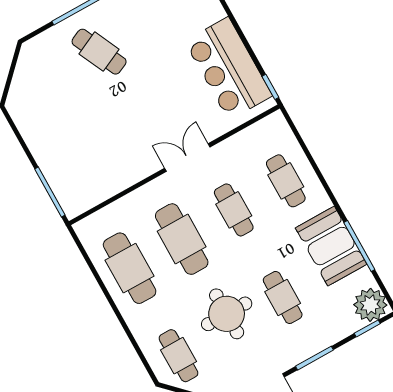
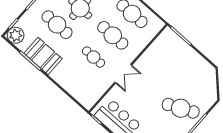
cafe table: (99, 52) -> (181, 108), width x1.37, depth x1.35
cafe table: (286, 181) -> (74, 79), removed
cafe table: (283, 297) -> (57, 25), width x1.37, depth x1.35

